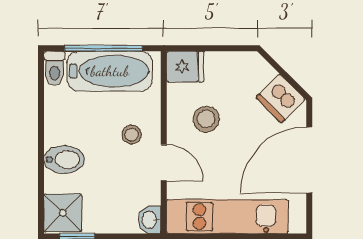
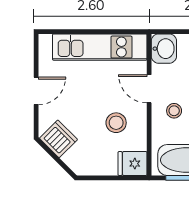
door: (309, 160) -> (36, 91), width x0.53
washbasin: (150, 220) -> (164, 49), width x1.38, depth x1.45

